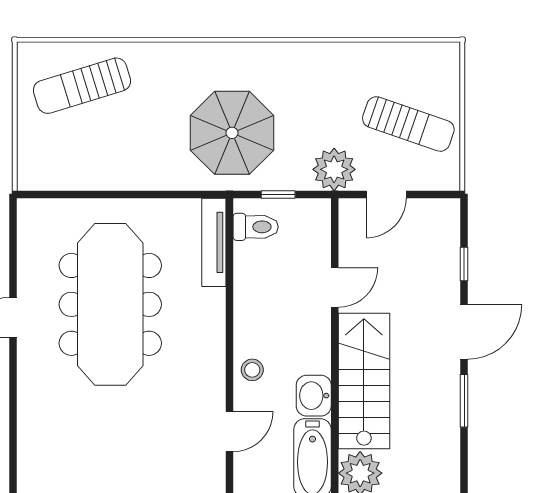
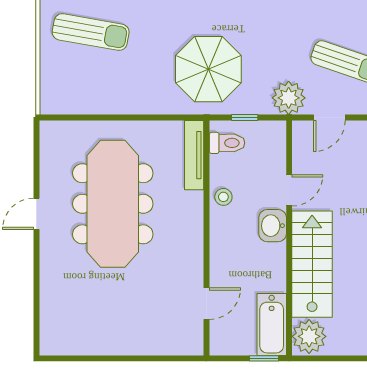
sun lounger: (82, 86) -> (91, 32), turned -153
stool: (252, 370) -> (223, 197), moved
washbasin: (314, 396) -> (273, 226), moved

